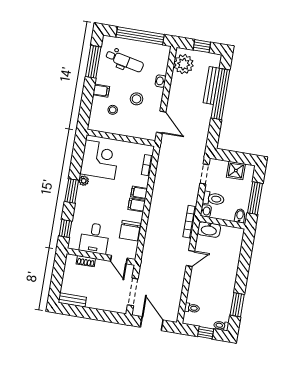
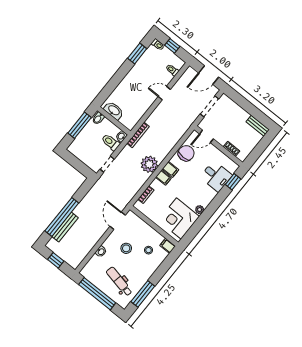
plant: (184, 64) -> (149, 164), moved
filing cabinet: (101, 91) -> (168, 246), moved
shower: (236, 171) -> (82, 154), removed
window: (72, 191) -> (213, 207), removed
washbasin: (209, 230) -> (114, 111), moved
desk: (94, 238) -> (216, 176), moved, turned 90
door: (190, 258) -> (164, 93), moved
door: (119, 260) -> (206, 136), swing flipped
door: (152, 324) -> (209, 75), hinge flipped

